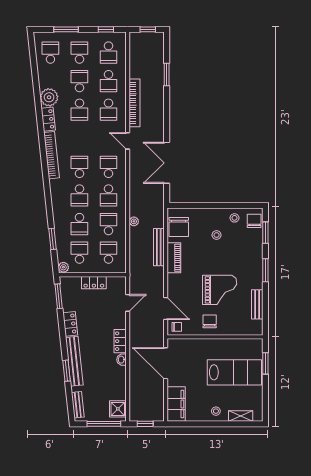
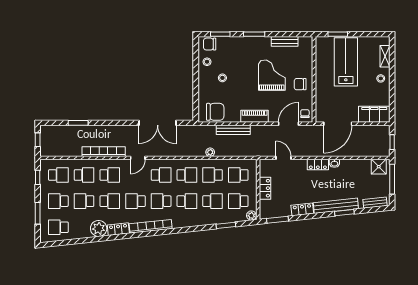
school desk: (79, 138) -> (135, 201), added
school desk: (109, 167) -> (161, 175), turned 180
piano: (174, 258) -> (255, 116), moved

